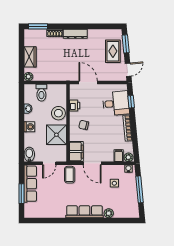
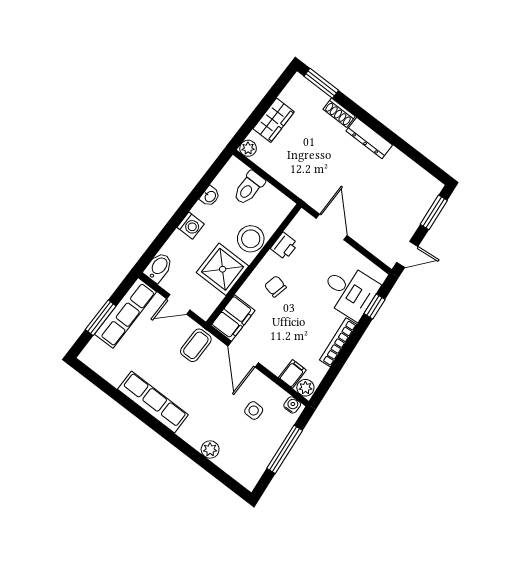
rug: (113, 51) -> (406, 208), removed
row of seats: (84, 212) -> (153, 402), moved

